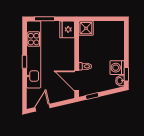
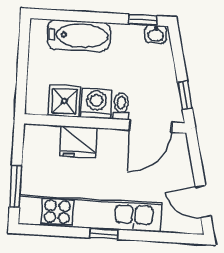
shower: (86, 28) -> (64, 101), moved
fridge: (67, 29) -> (79, 142), moved
bathtub: (117, 44) -> (79, 36), added
washing machine: (117, 68) -> (96, 103), moved, turned 180

